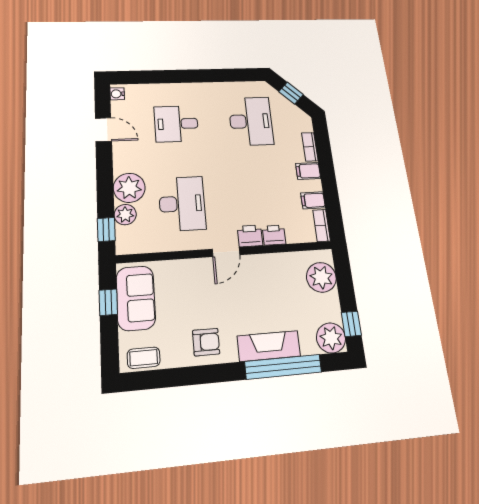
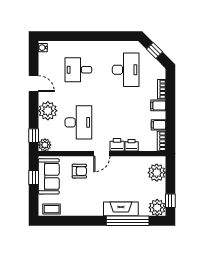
door: (103, 130) -> (34, 84), moved
plant: (125, 215) -> (45, 145), moved
armchair: (206, 342) -> (79, 171), moved

